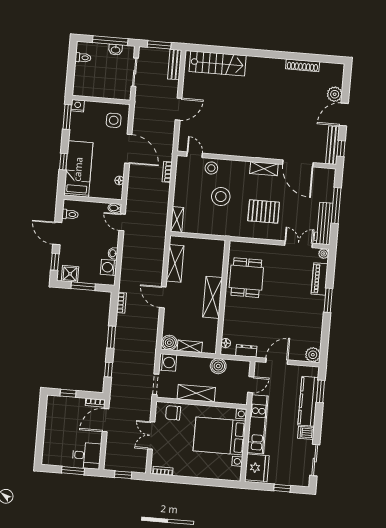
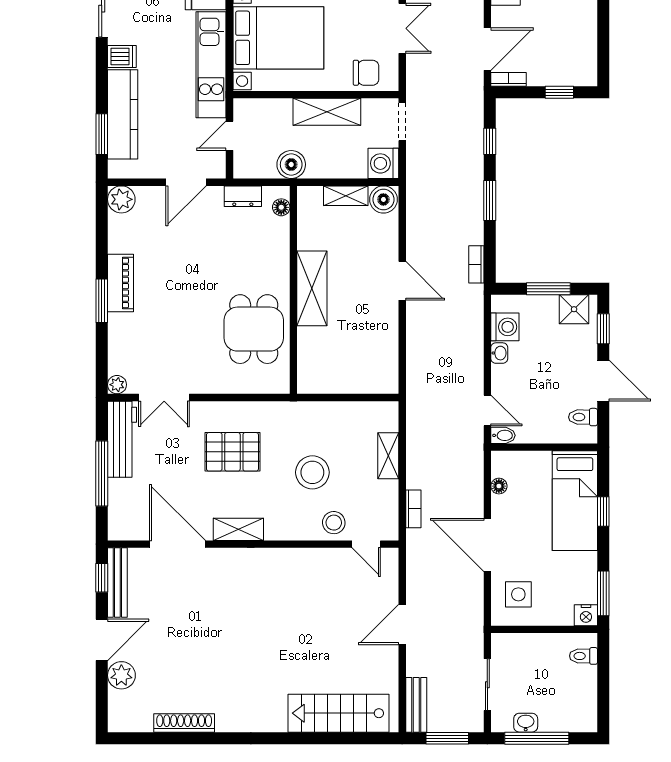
toilet: (83, 58) -> (584, 656), moved
shelving: (177, 219) -> (388, 456), moved
shelving: (175, 263) -> (385, 344), removed
piano: (320, 279) -> (121, 283), moved

